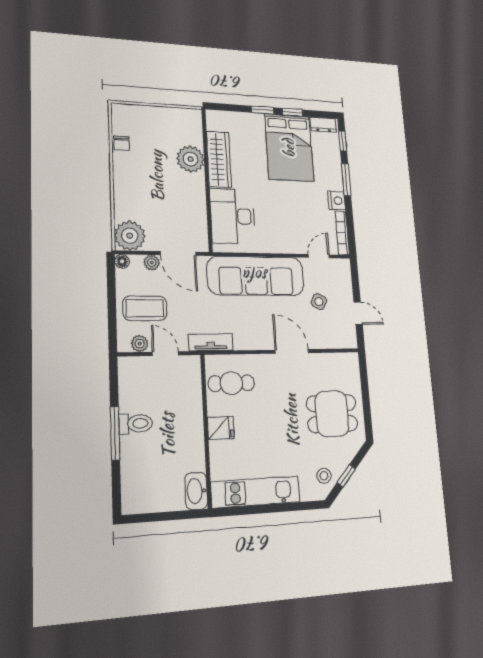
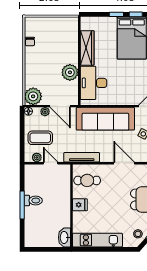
plant: (190, 159) -> (70, 72), moved
tv unit: (211, 342) -> (82, 157), width x1.41

